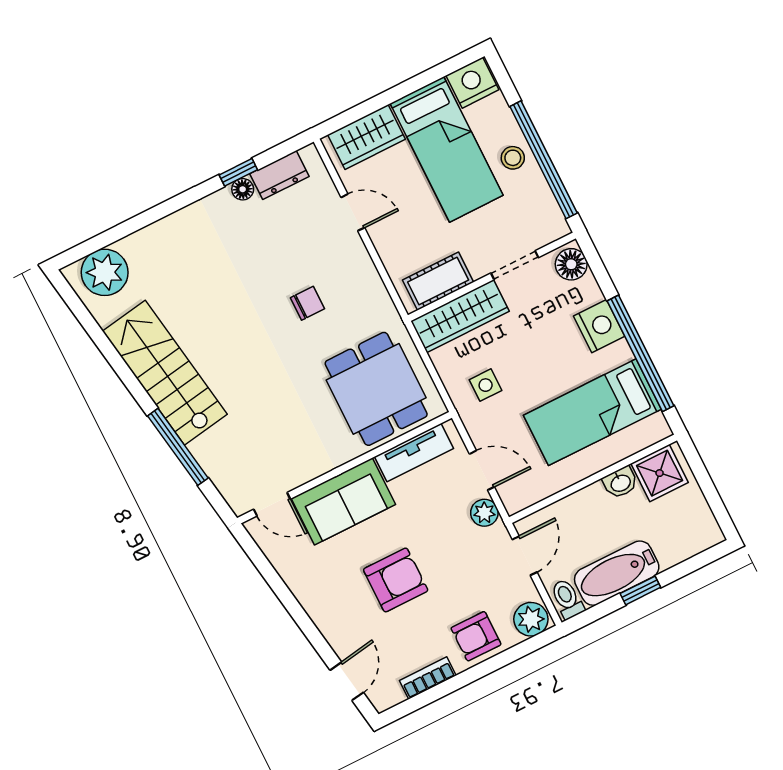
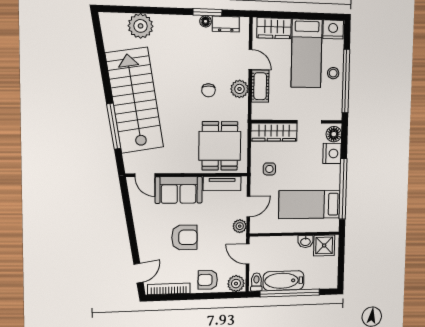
window: (238, 172) -> (208, 12), width x1.50
plant: (105, 272) -> (141, 26), moved
plant: (360, 273) -> (239, 89), added
cot: (438, 281) -> (260, 86), moved, turned 90
chair: (307, 303) -> (209, 90), turned 90
nightstand: (599, 326) -> (332, 153), moved
stairs: (165, 373) -> (134, 100), width x1.36, depth x1.51
door: (482, 470) -> (248, 206), hinge flipped
door: (525, 556) -> (248, 254), swing flipped
window: (640, 590) -> (290, 293), width x3.17
bookcase: (428, 678) -> (169, 289), width x1.56

